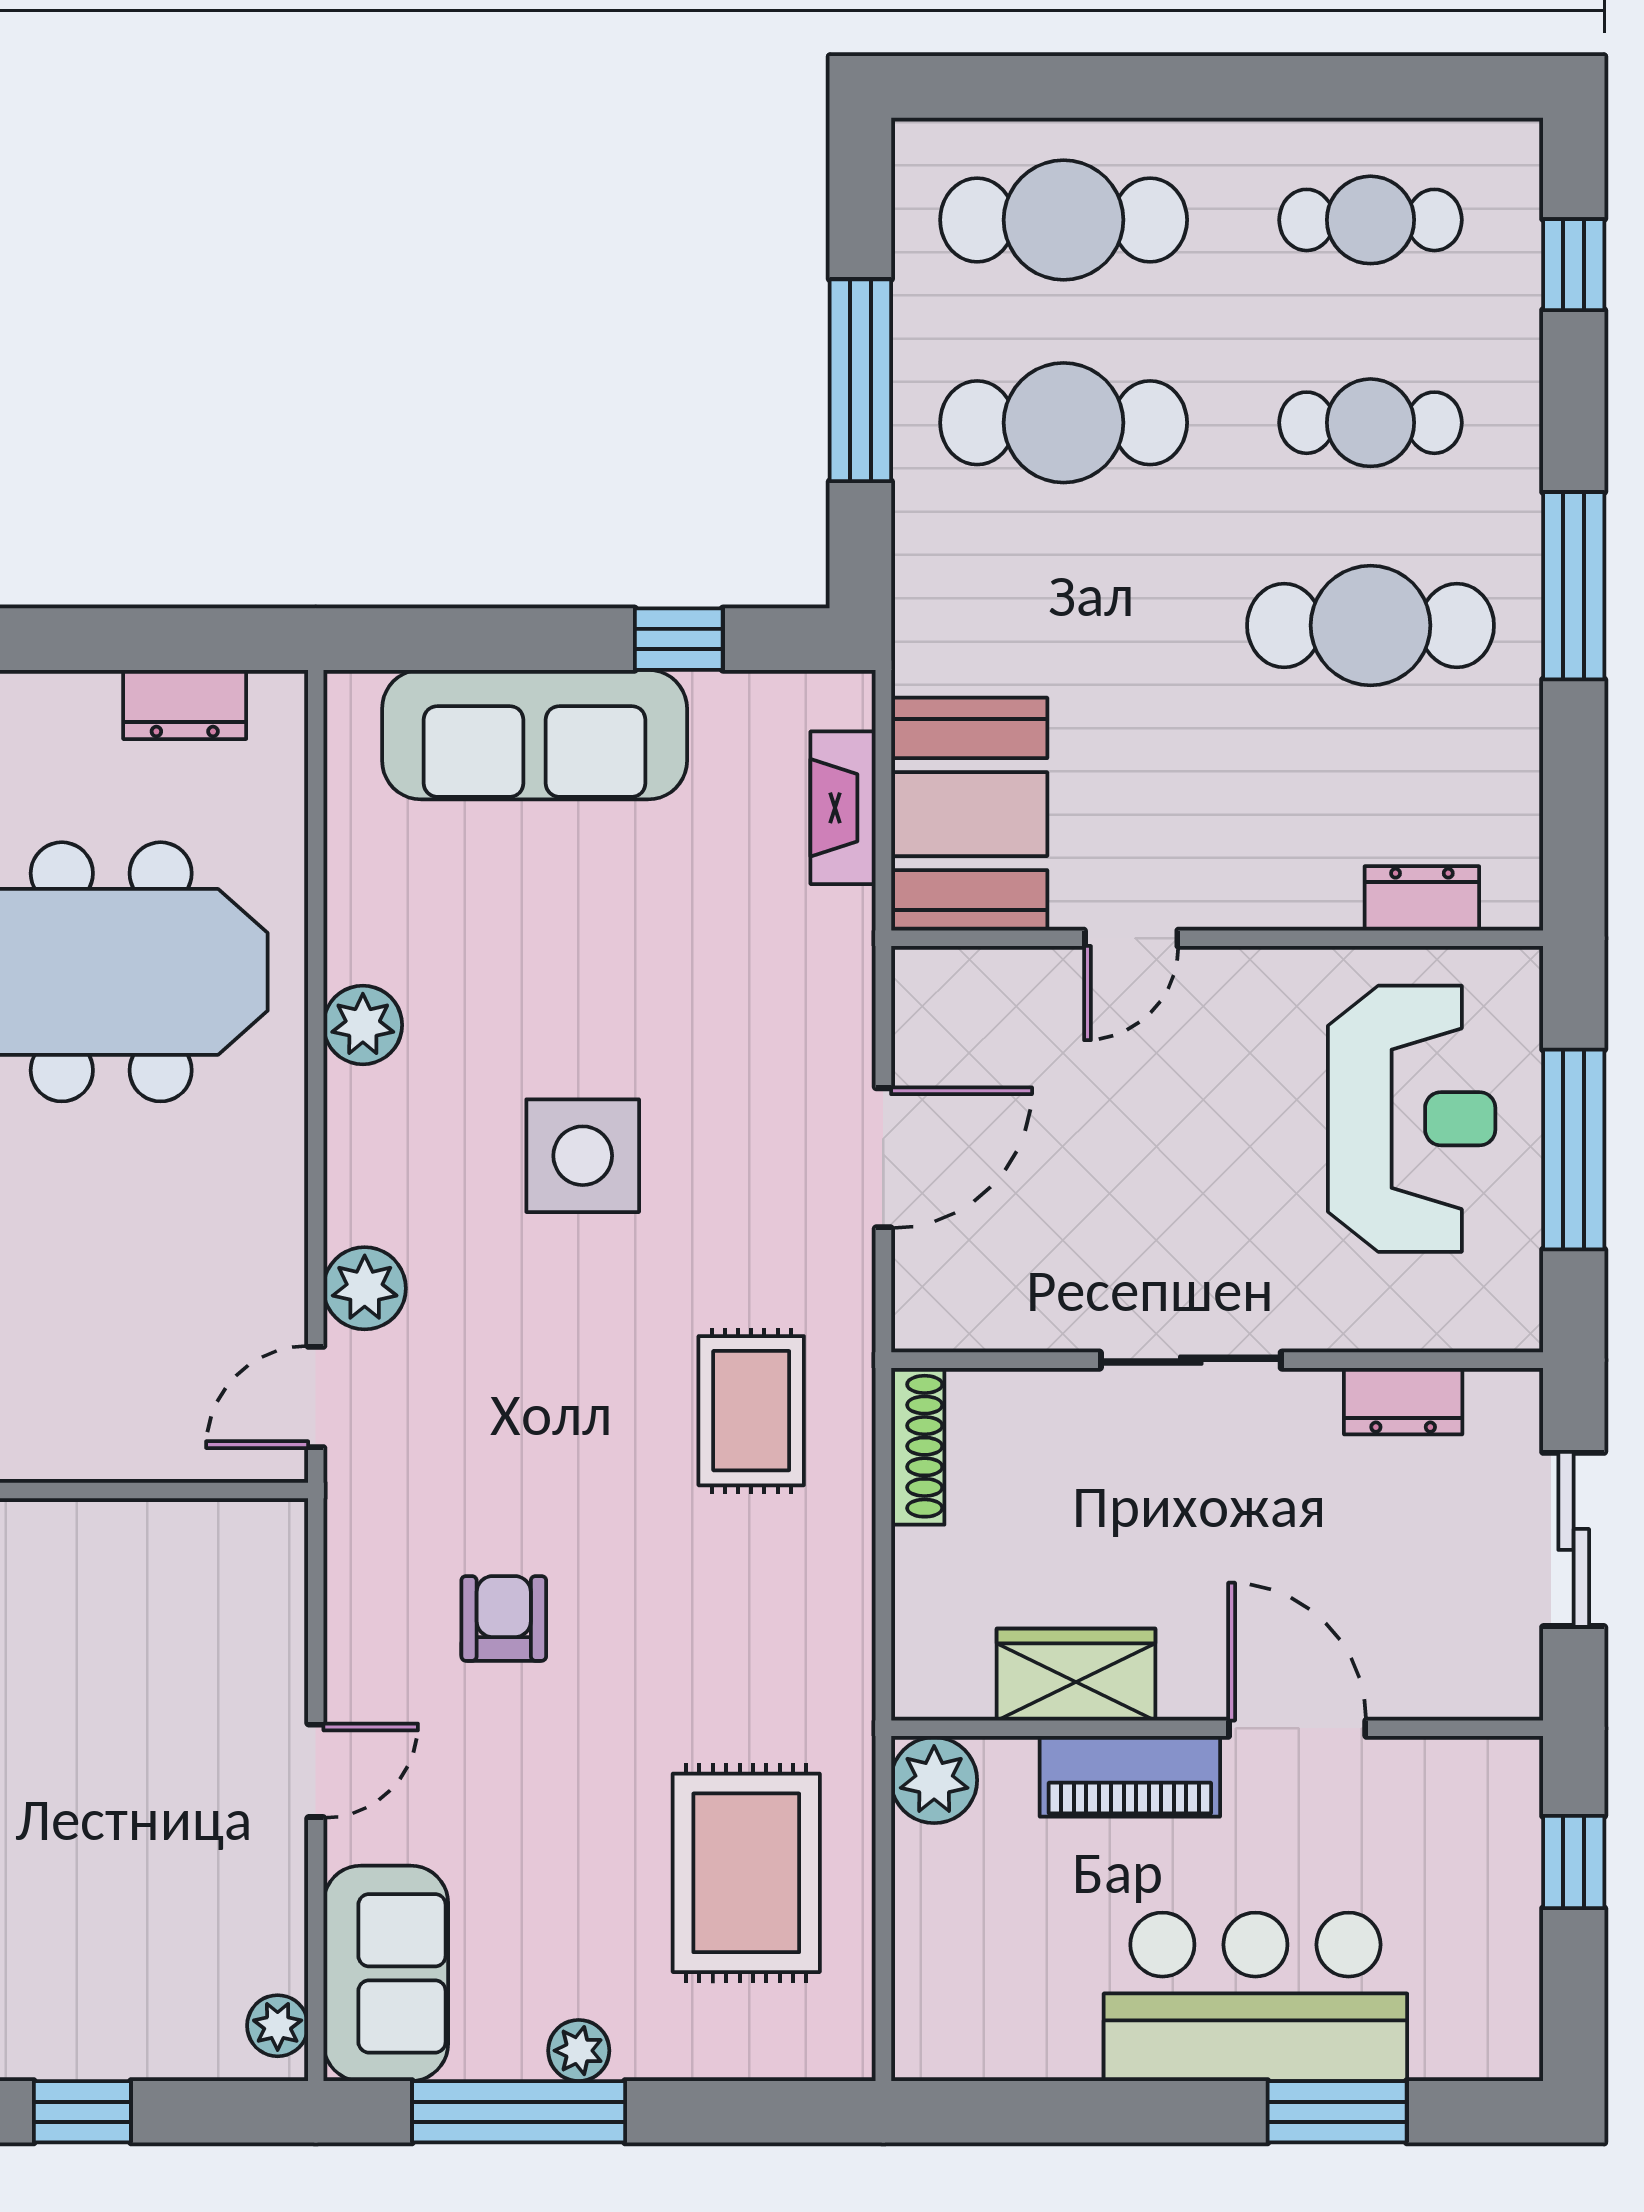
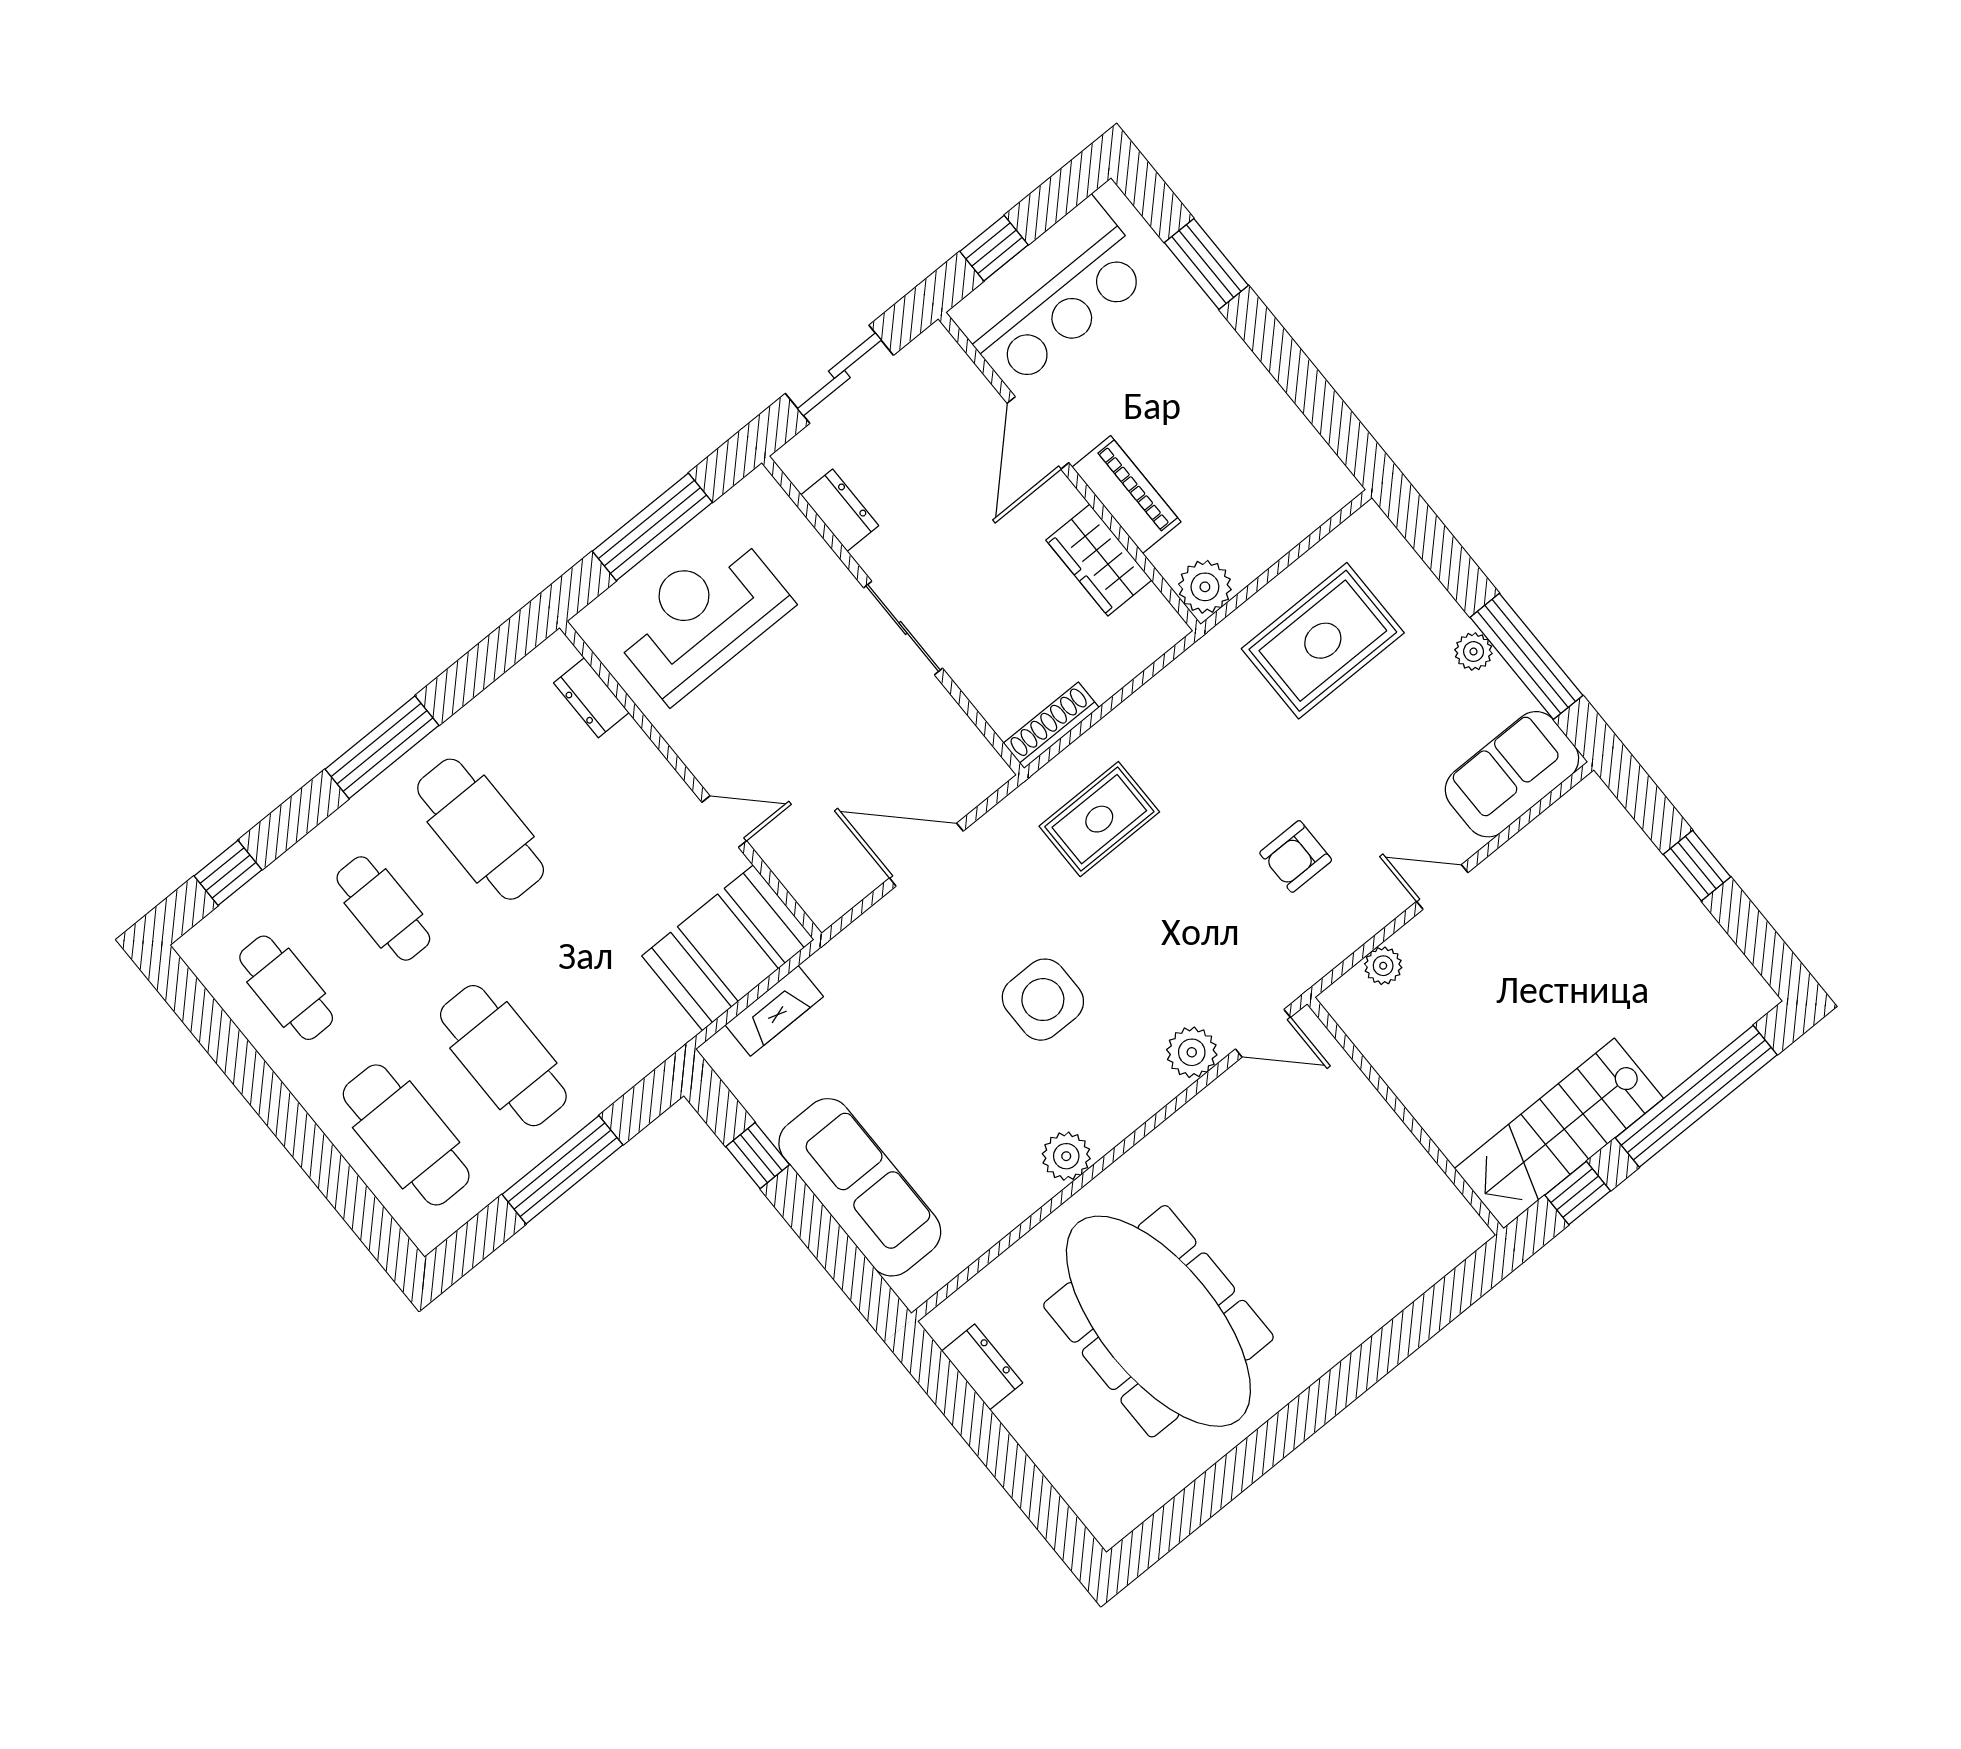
bar counter: (1255, 1997) -> (1051, 293), moved, turned -90
plant: (278, 2026) -> (1383, 966), moved

